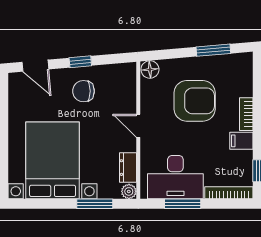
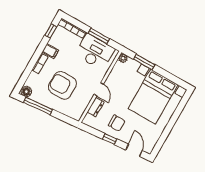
window: (213, 50) -> (38, 106), width x1.44
floor lamp: (150, 69) -> (26, 92), moved
dresser: (128, 168) -> (96, 107), moved

